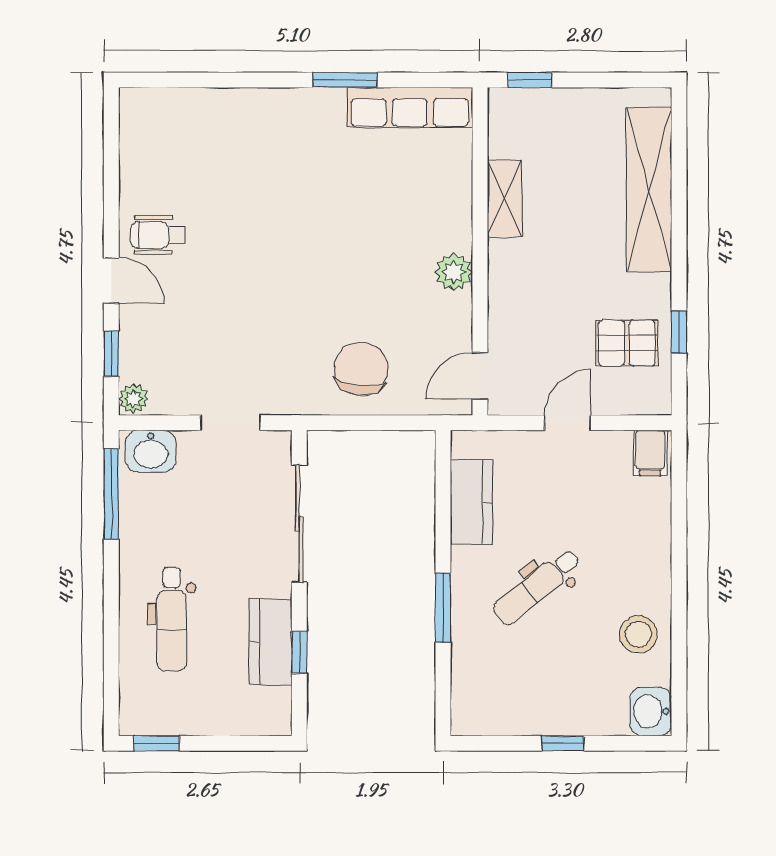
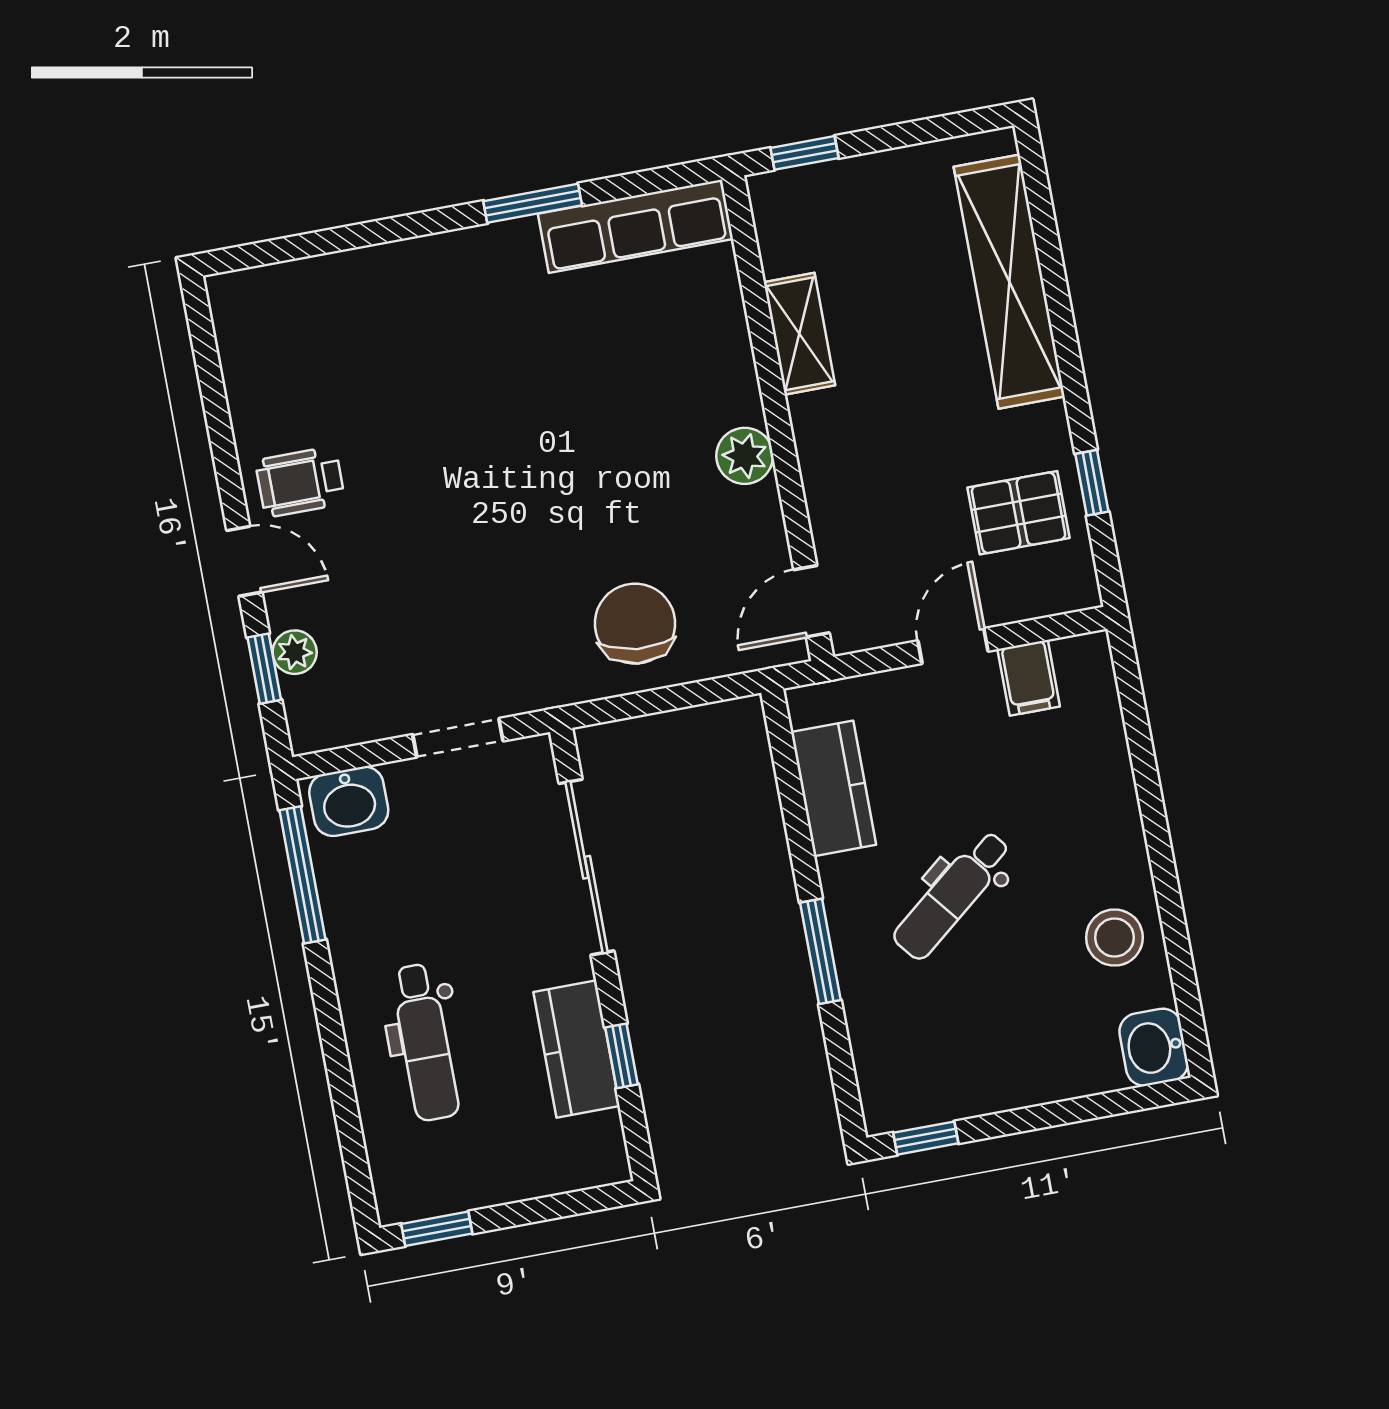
plant: (133, 399) -> (295, 652), moved
filing cabinet: (650, 453) -> (1029, 678), moved
window: (563, 743) -> (926, 1138), moved

